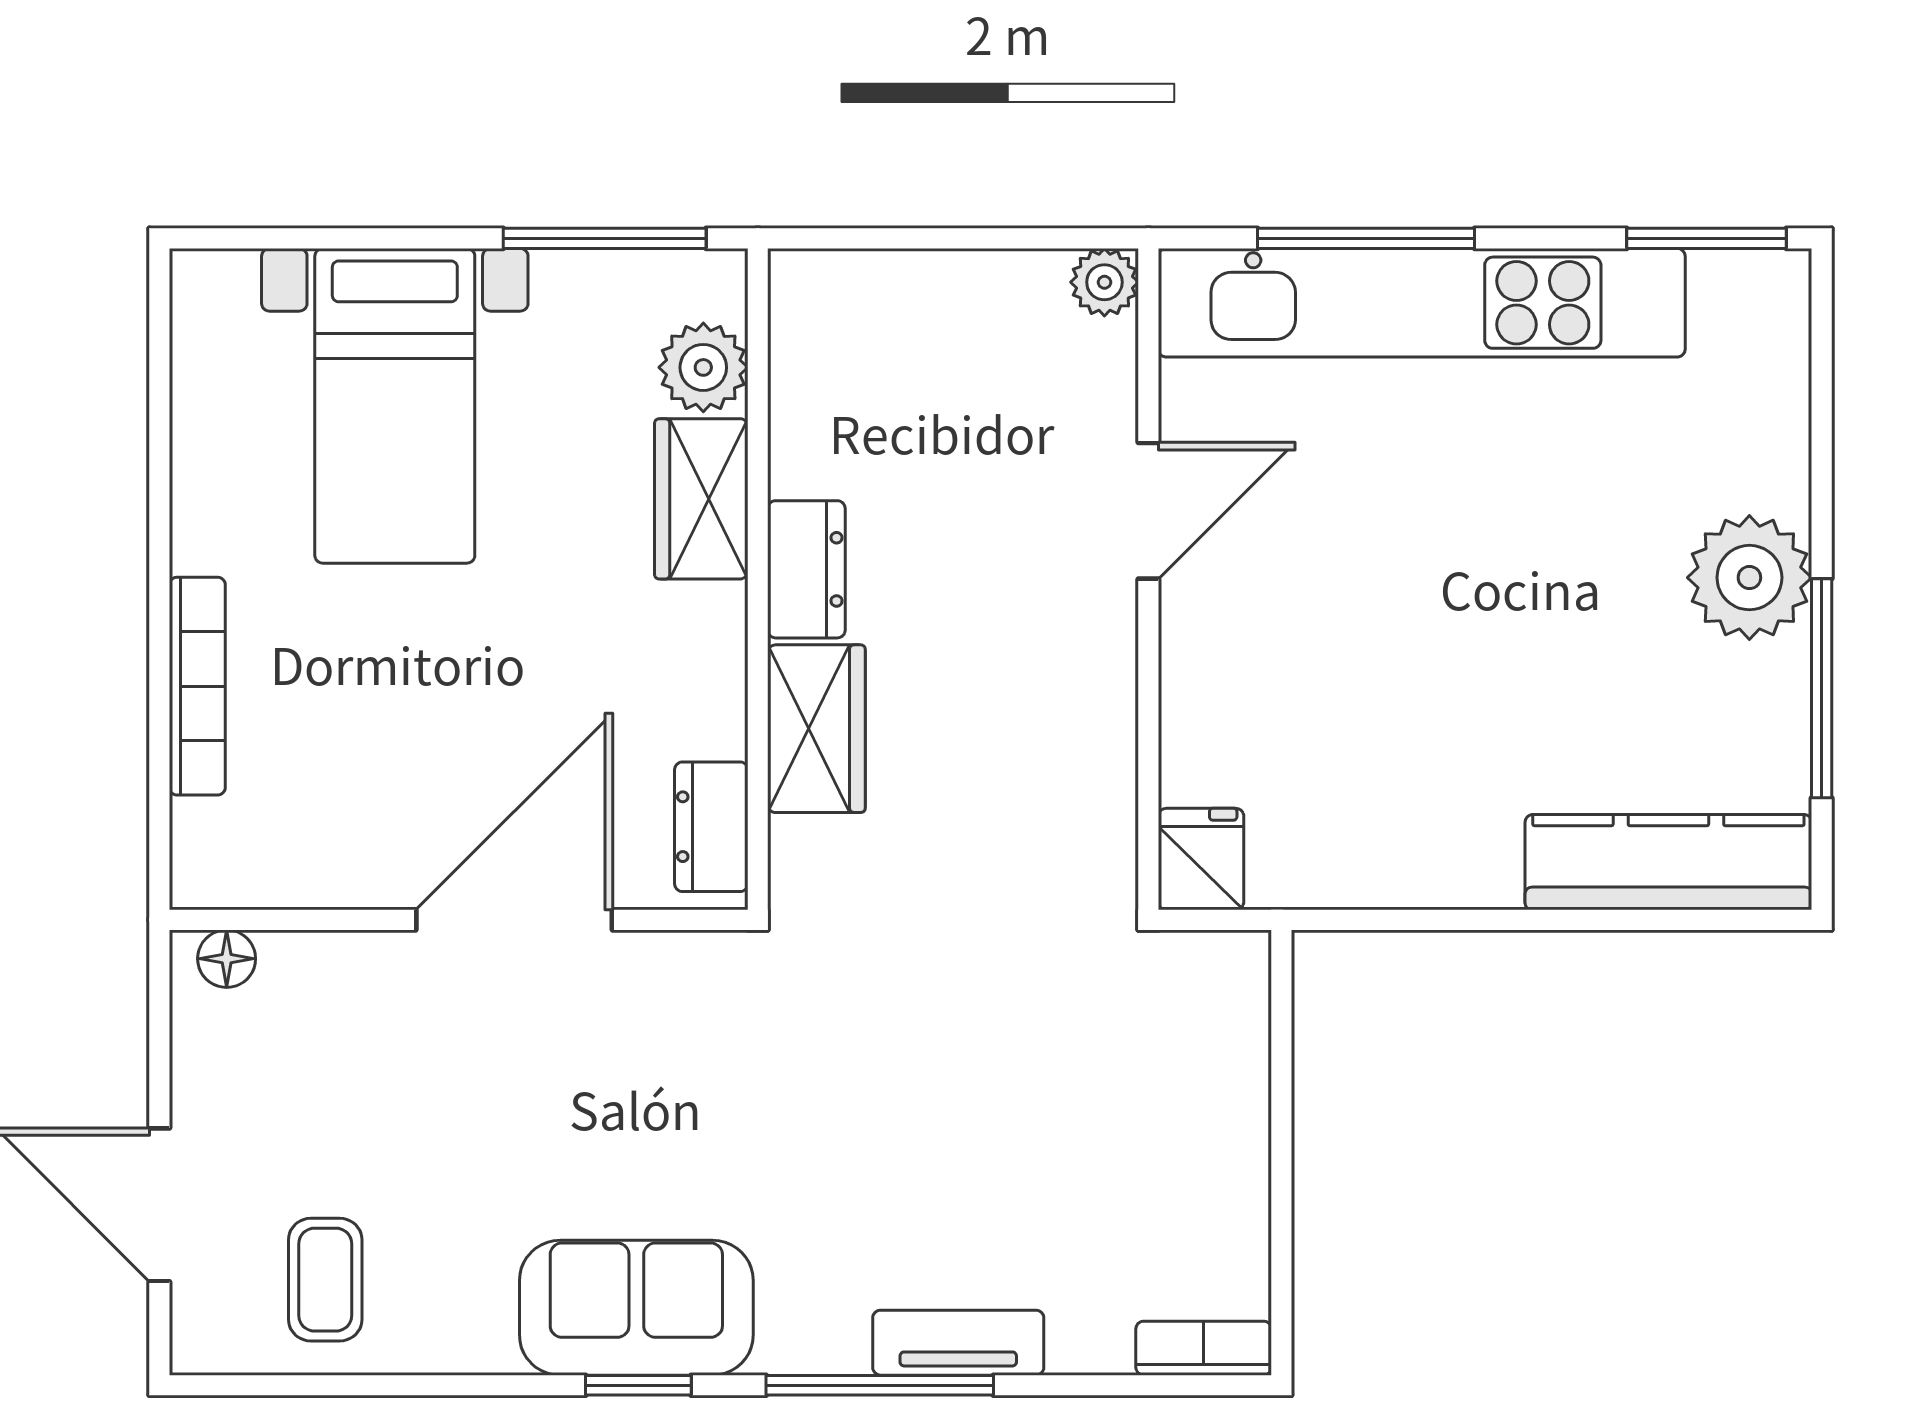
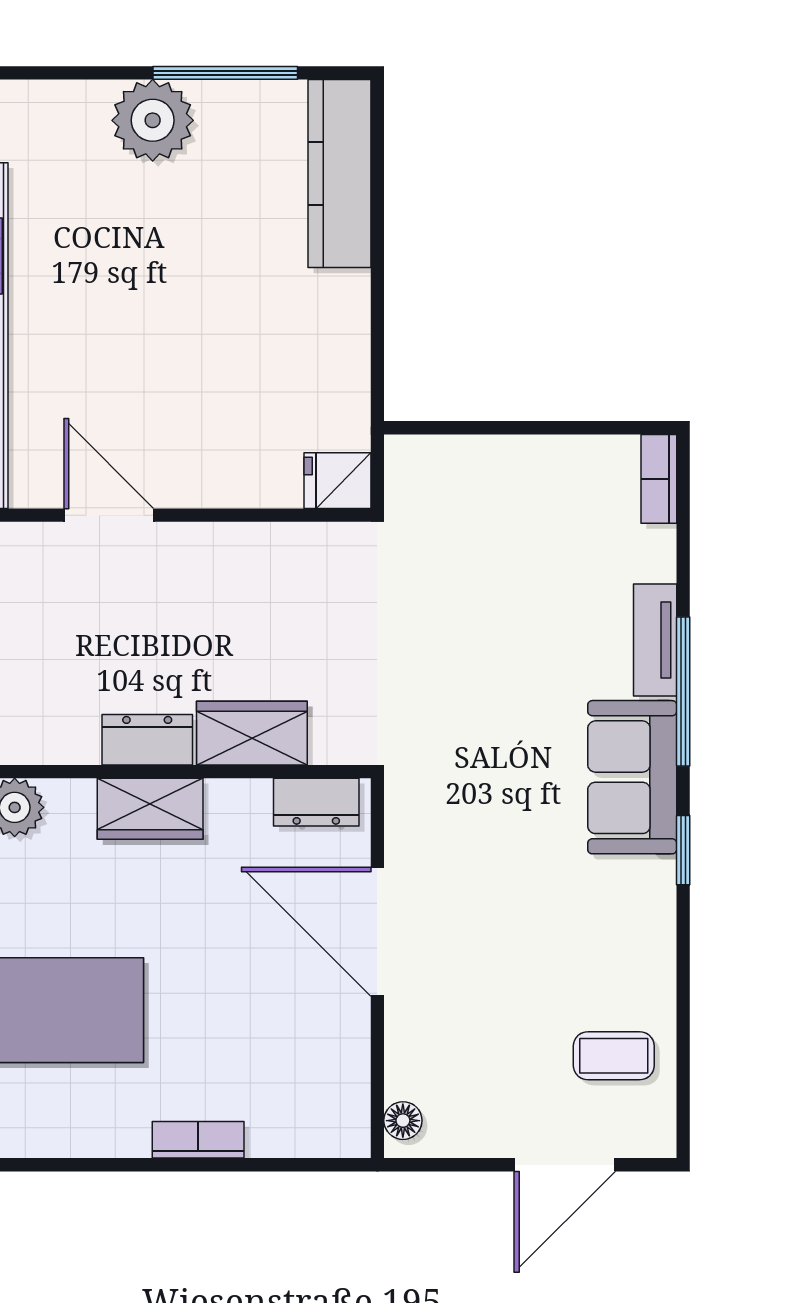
wardrobe: (701, 499) -> (150, 809), moved
bookcase: (197, 686) -> (198, 1140), width x0.64
sofa: (636, 1308) -> (632, 777), moved

